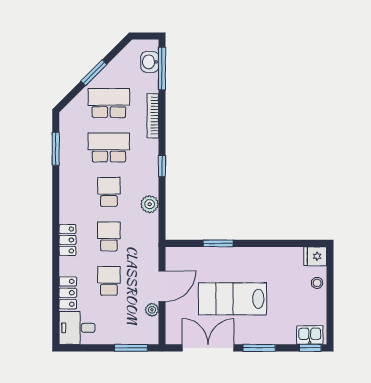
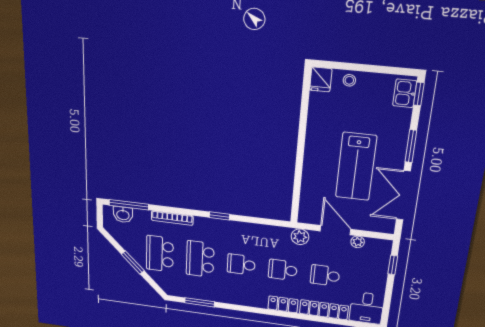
plant: (150, 204) -> (300, 237), moved
window: (218, 243) -> (298, 174), removed
locker: (68, 293) -> (324, 310), width x1.53
window: (131, 348) -> (393, 265), width x0.67

